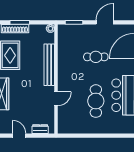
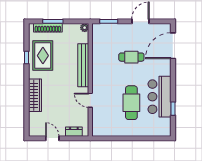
door: (56, 99) -> (90, 100), swing flipped

